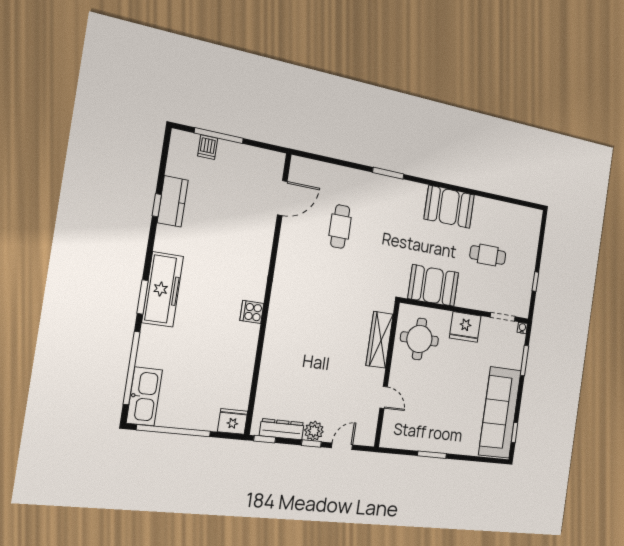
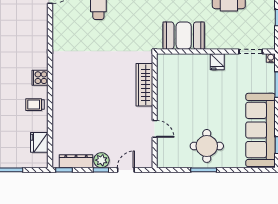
fridge: (465, 327) -> (217, 62), width x0.53, depth x0.75
round table: (419, 339) -> (207, 146), moved
trolley: (240, 347) -> (35, 105), added
fridge: (233, 421) -> (39, 142), moved, turned -90

